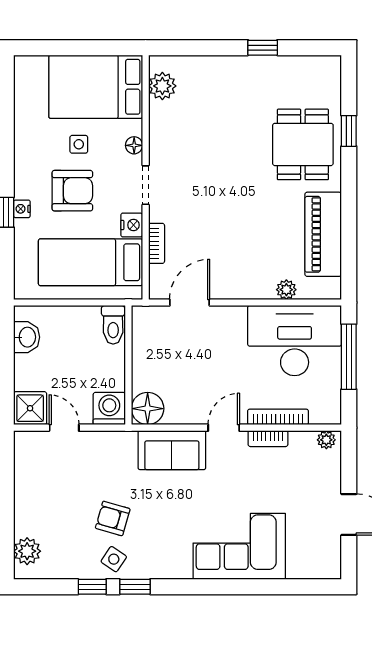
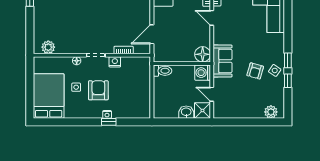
bed: (96, 87) -> (49, 96), moved, turned 180
bed: (91, 262) -> (133, 82), removed
door: (190, 303) -> (152, 34), hinge flipped
washbasin: (27, 337) -> (186, 112), moved
door: (64, 428) -> (212, 94), hinge flipped
sofa: (172, 450) -> (223, 61), moved

